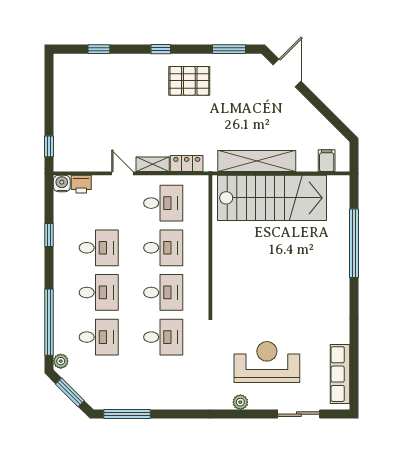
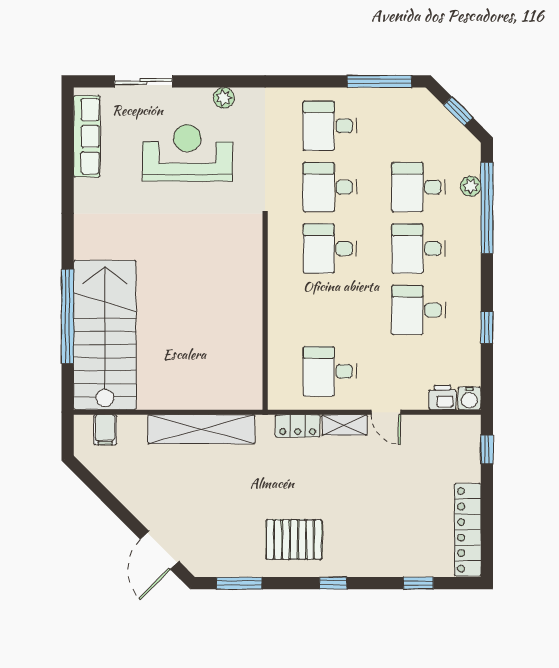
locker: (63, 88) -> (468, 530), added
stairs: (272, 198) -> (105, 335), moved, turned 90
desk: (163, 248) -> (330, 126), moved
plant: (61, 361) -> (471, 186), moved
reception desk: (267, 362) -> (187, 153), turned 180
window: (70, 392) -> (458, 111), width x0.67

